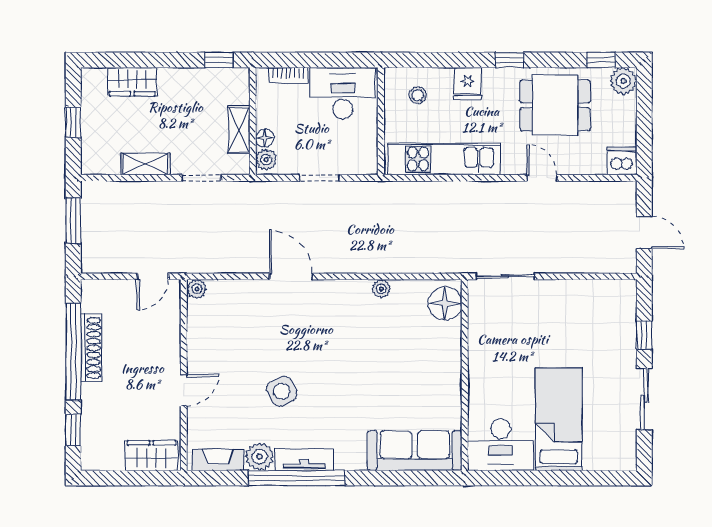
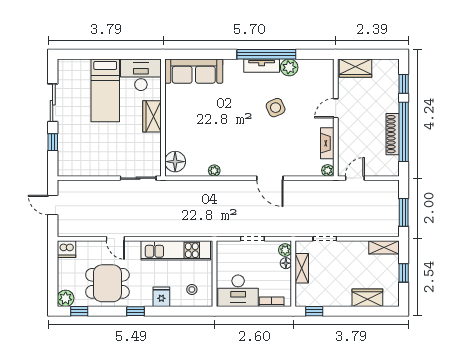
shelving: (145, 164) -> (384, 247), moved
wardrobe: (483, 377) -> (152, 116), added
fireplace: (218, 460) -> (327, 143), moved, turned 90

